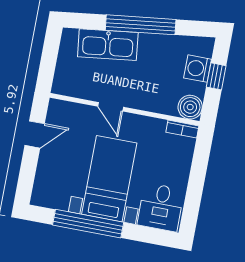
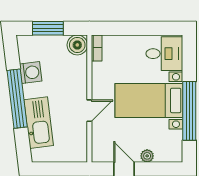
washing machine: (198, 69) -> (31, 73), moved, turned -97
window: (216, 76) -> (48, 28), width x1.50
plant: (45, 164) -> (147, 156), added

